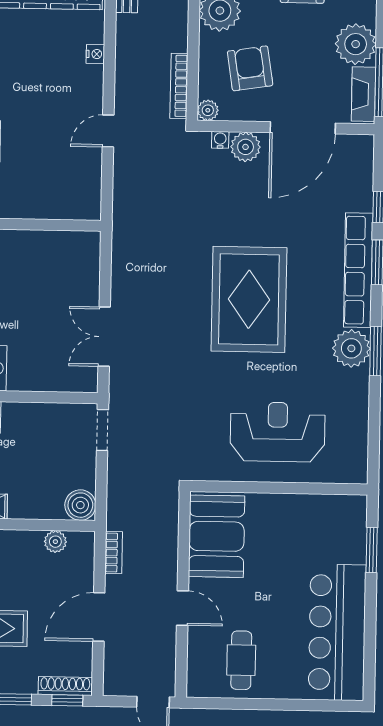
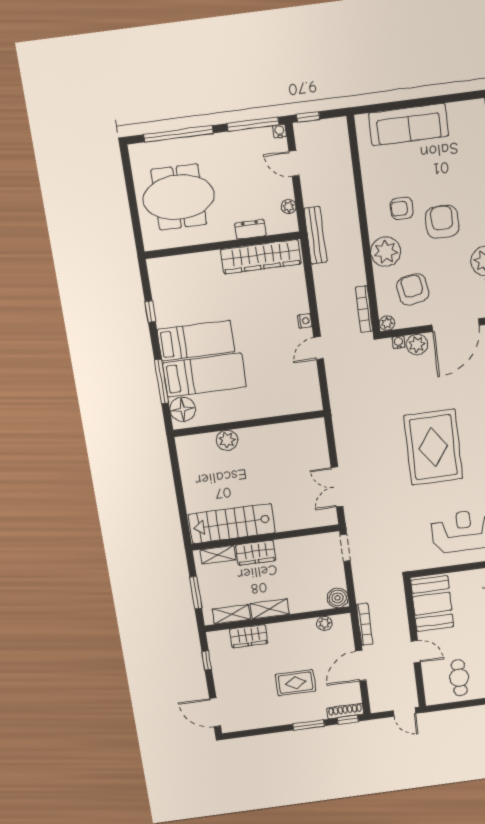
nightstand: (95, 54) -> (305, 321), moved
bookcase: (114, 553) -> (365, 624), width x1.56

